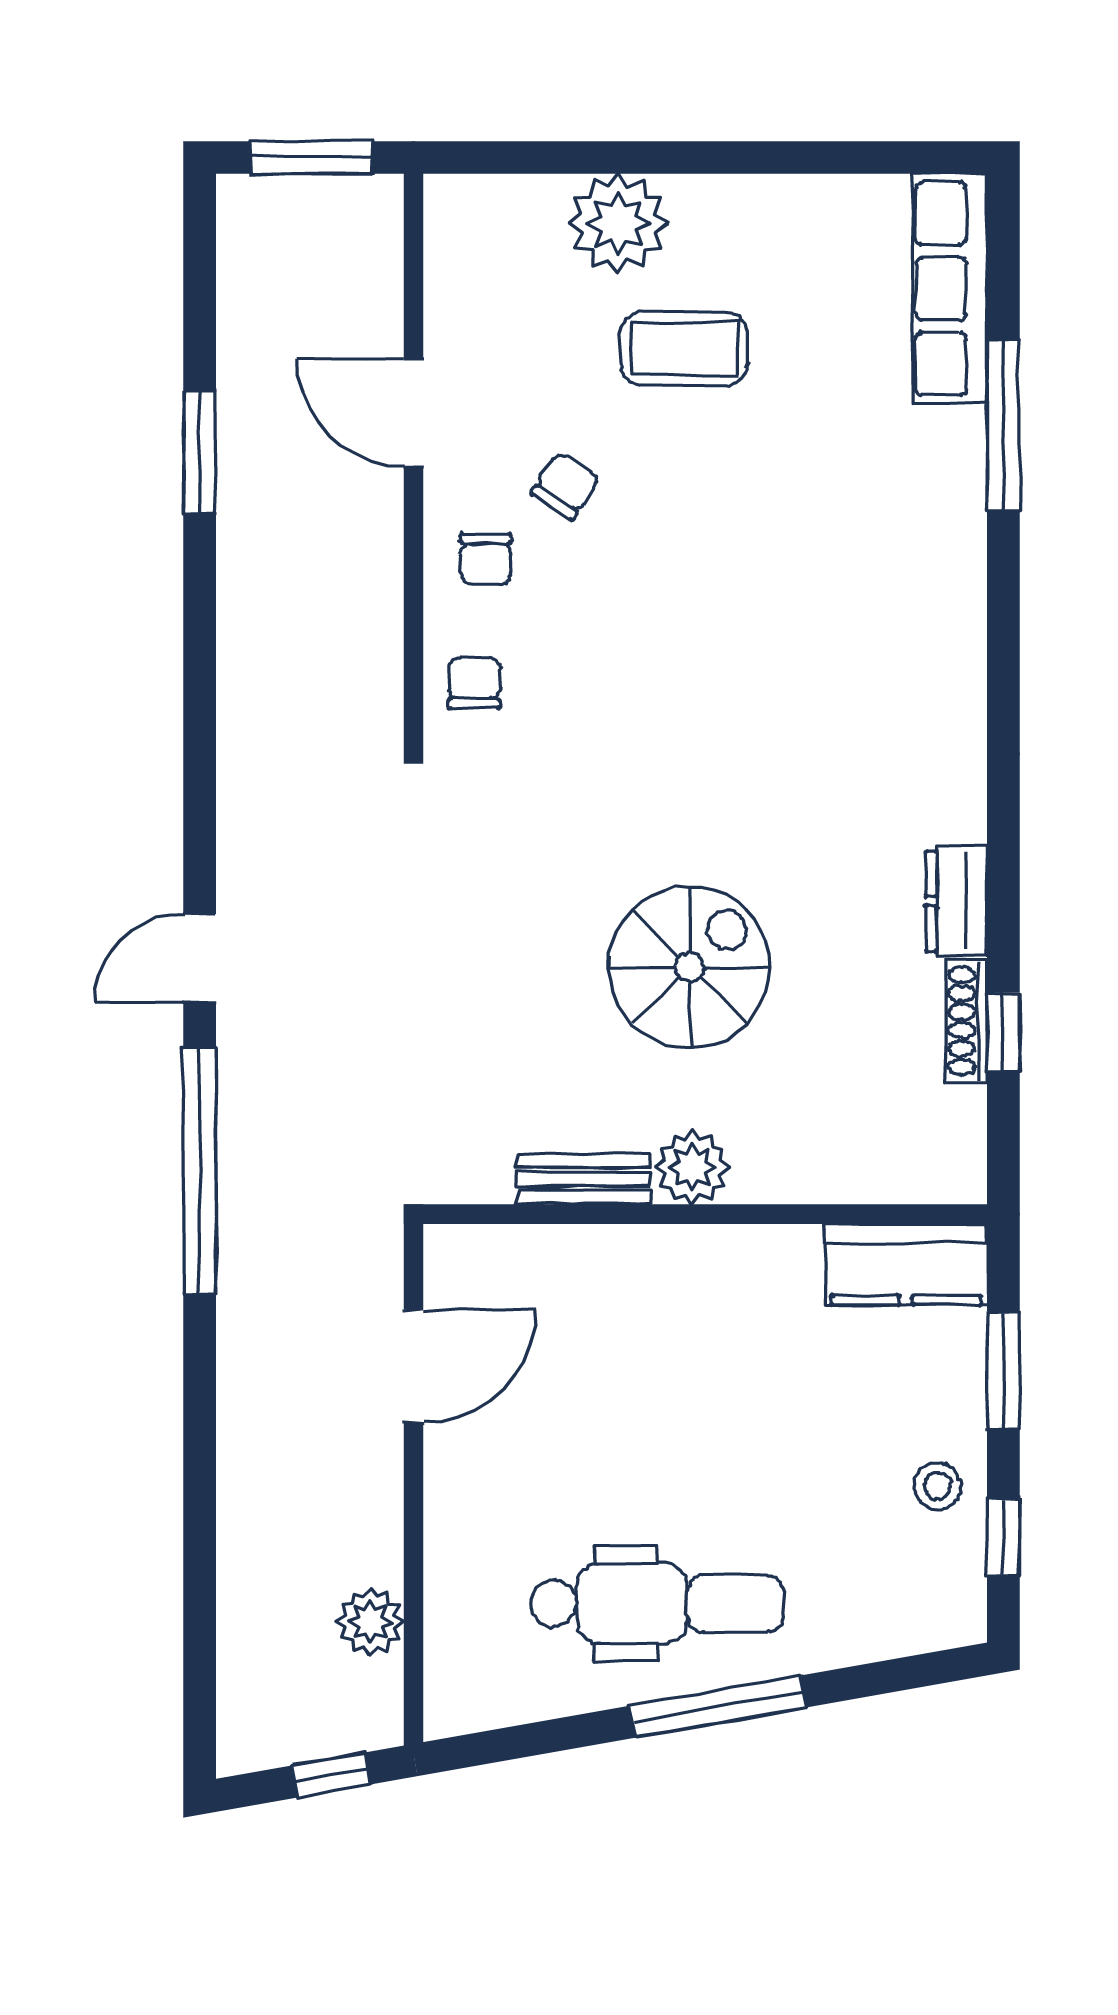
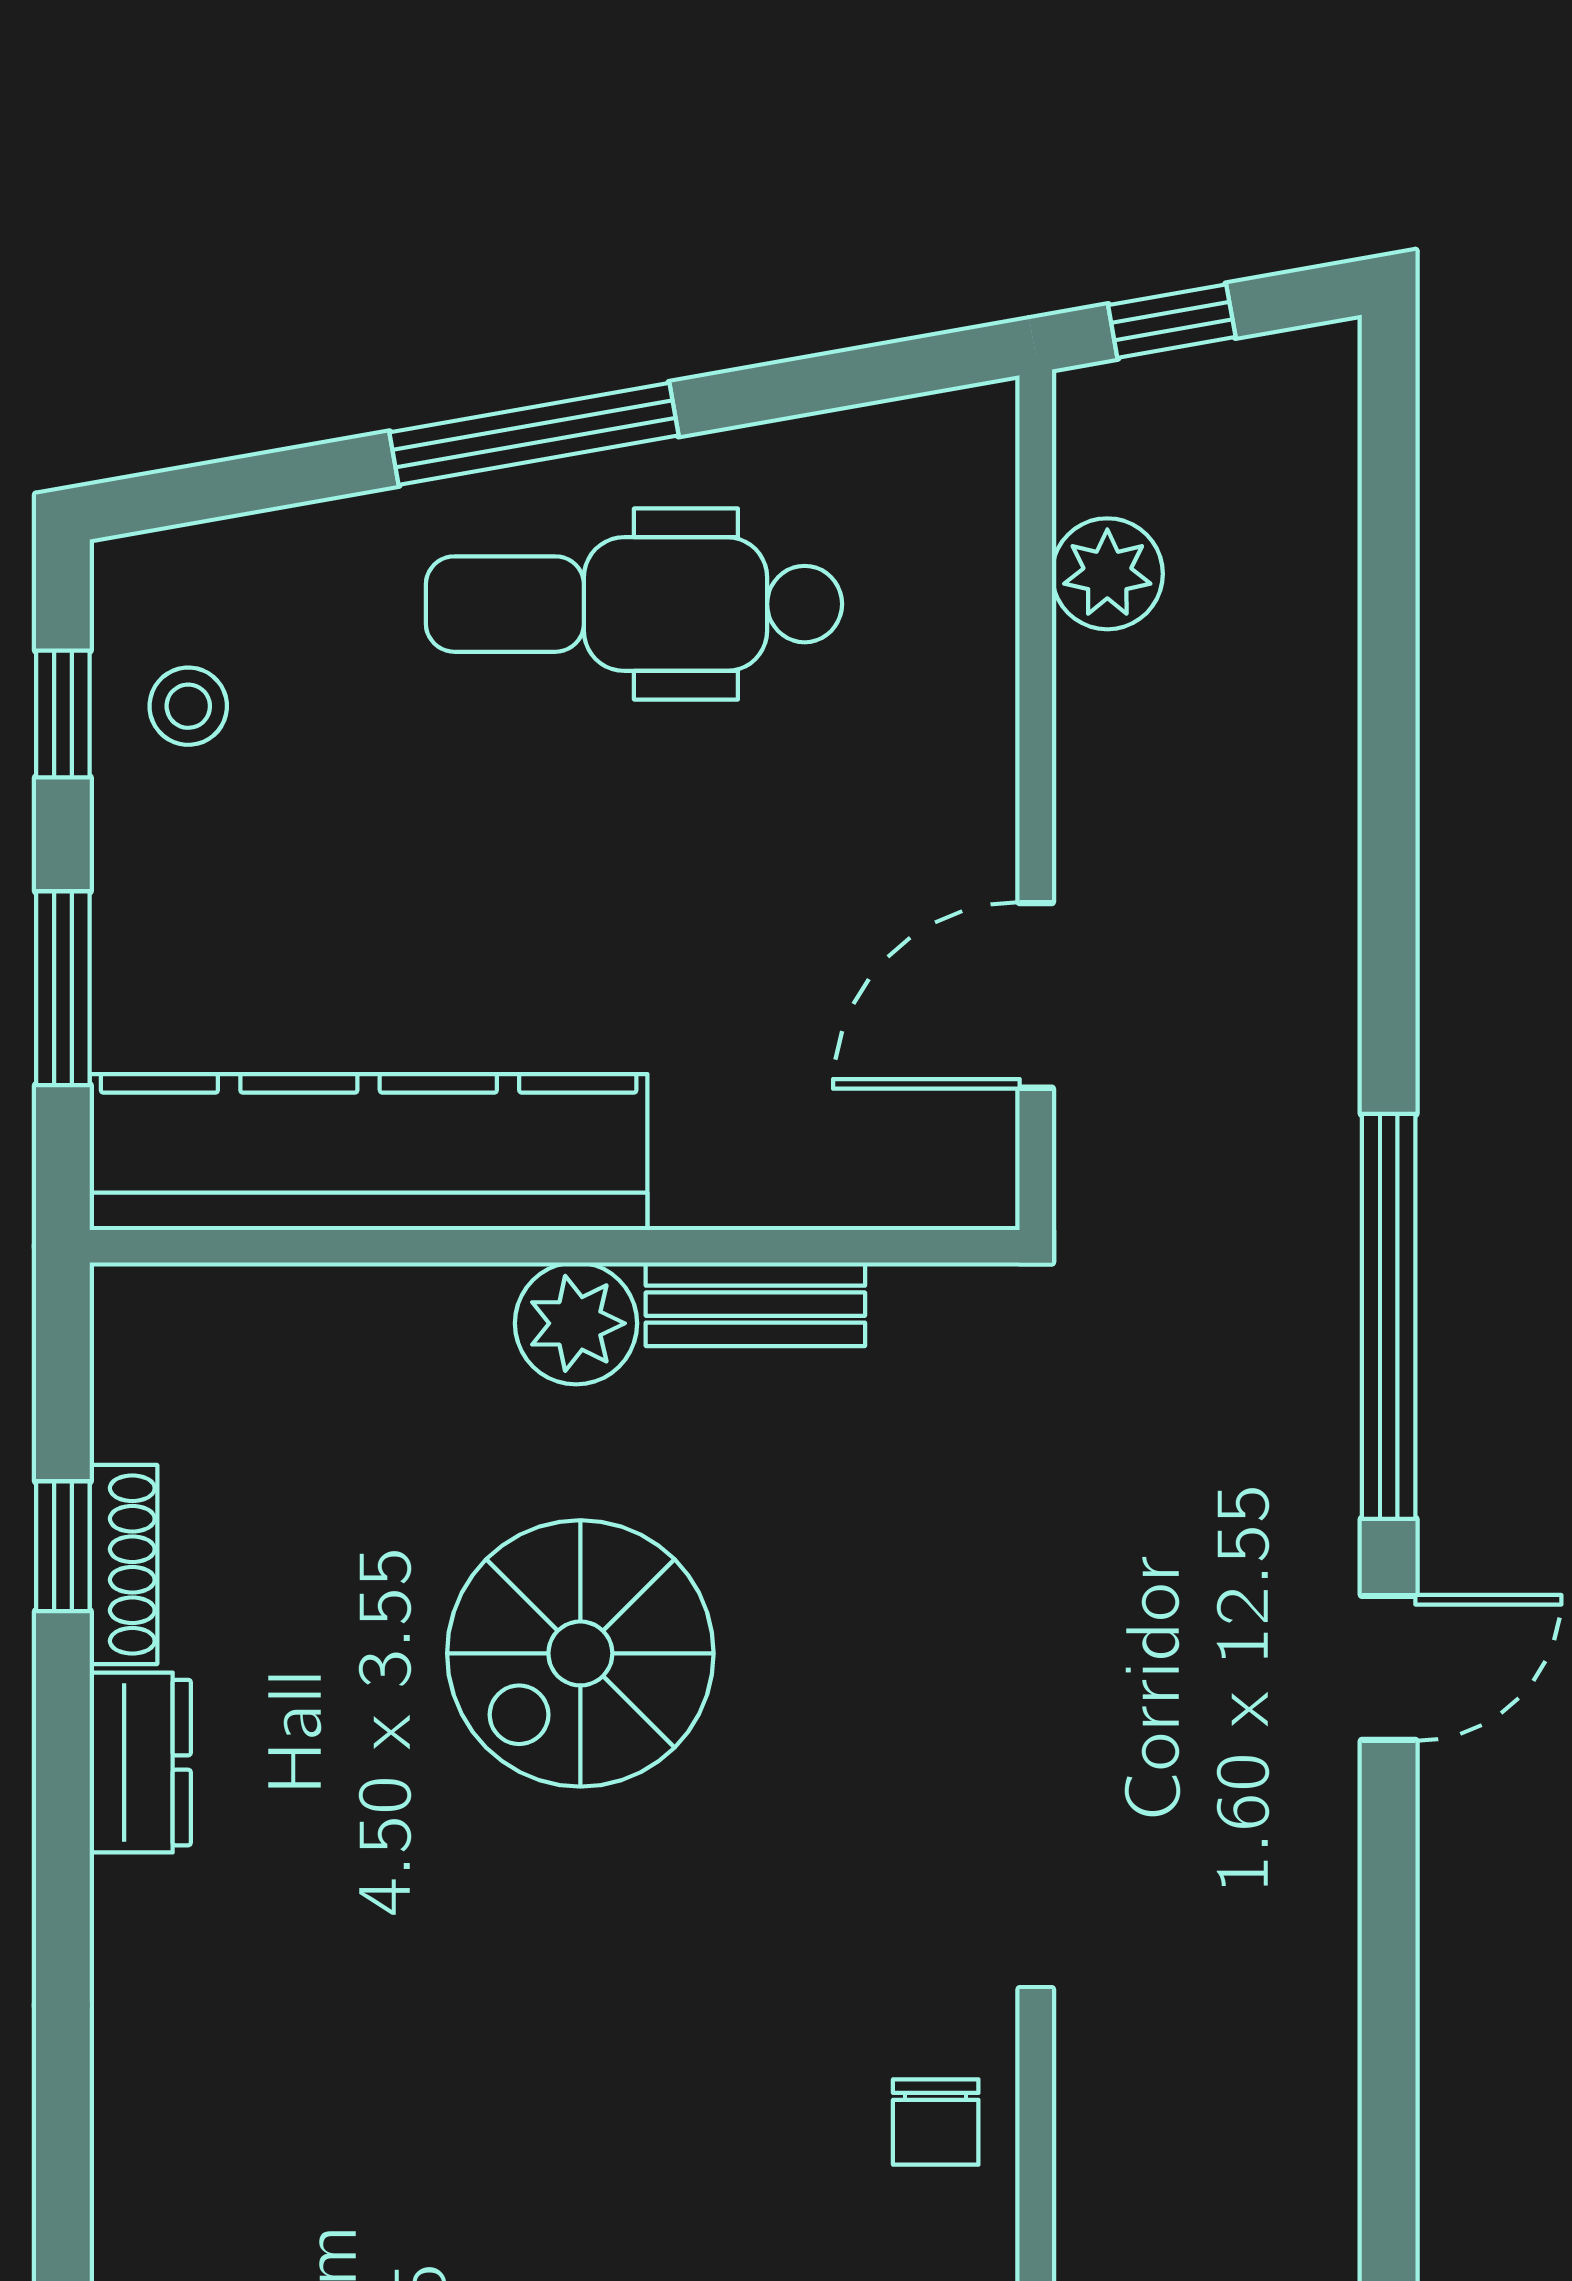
kitchen counter: (906, 1264) -> (369, 1152), width x2.08, depth x1.17
stool: (938, 1486) -> (188, 706), moved

